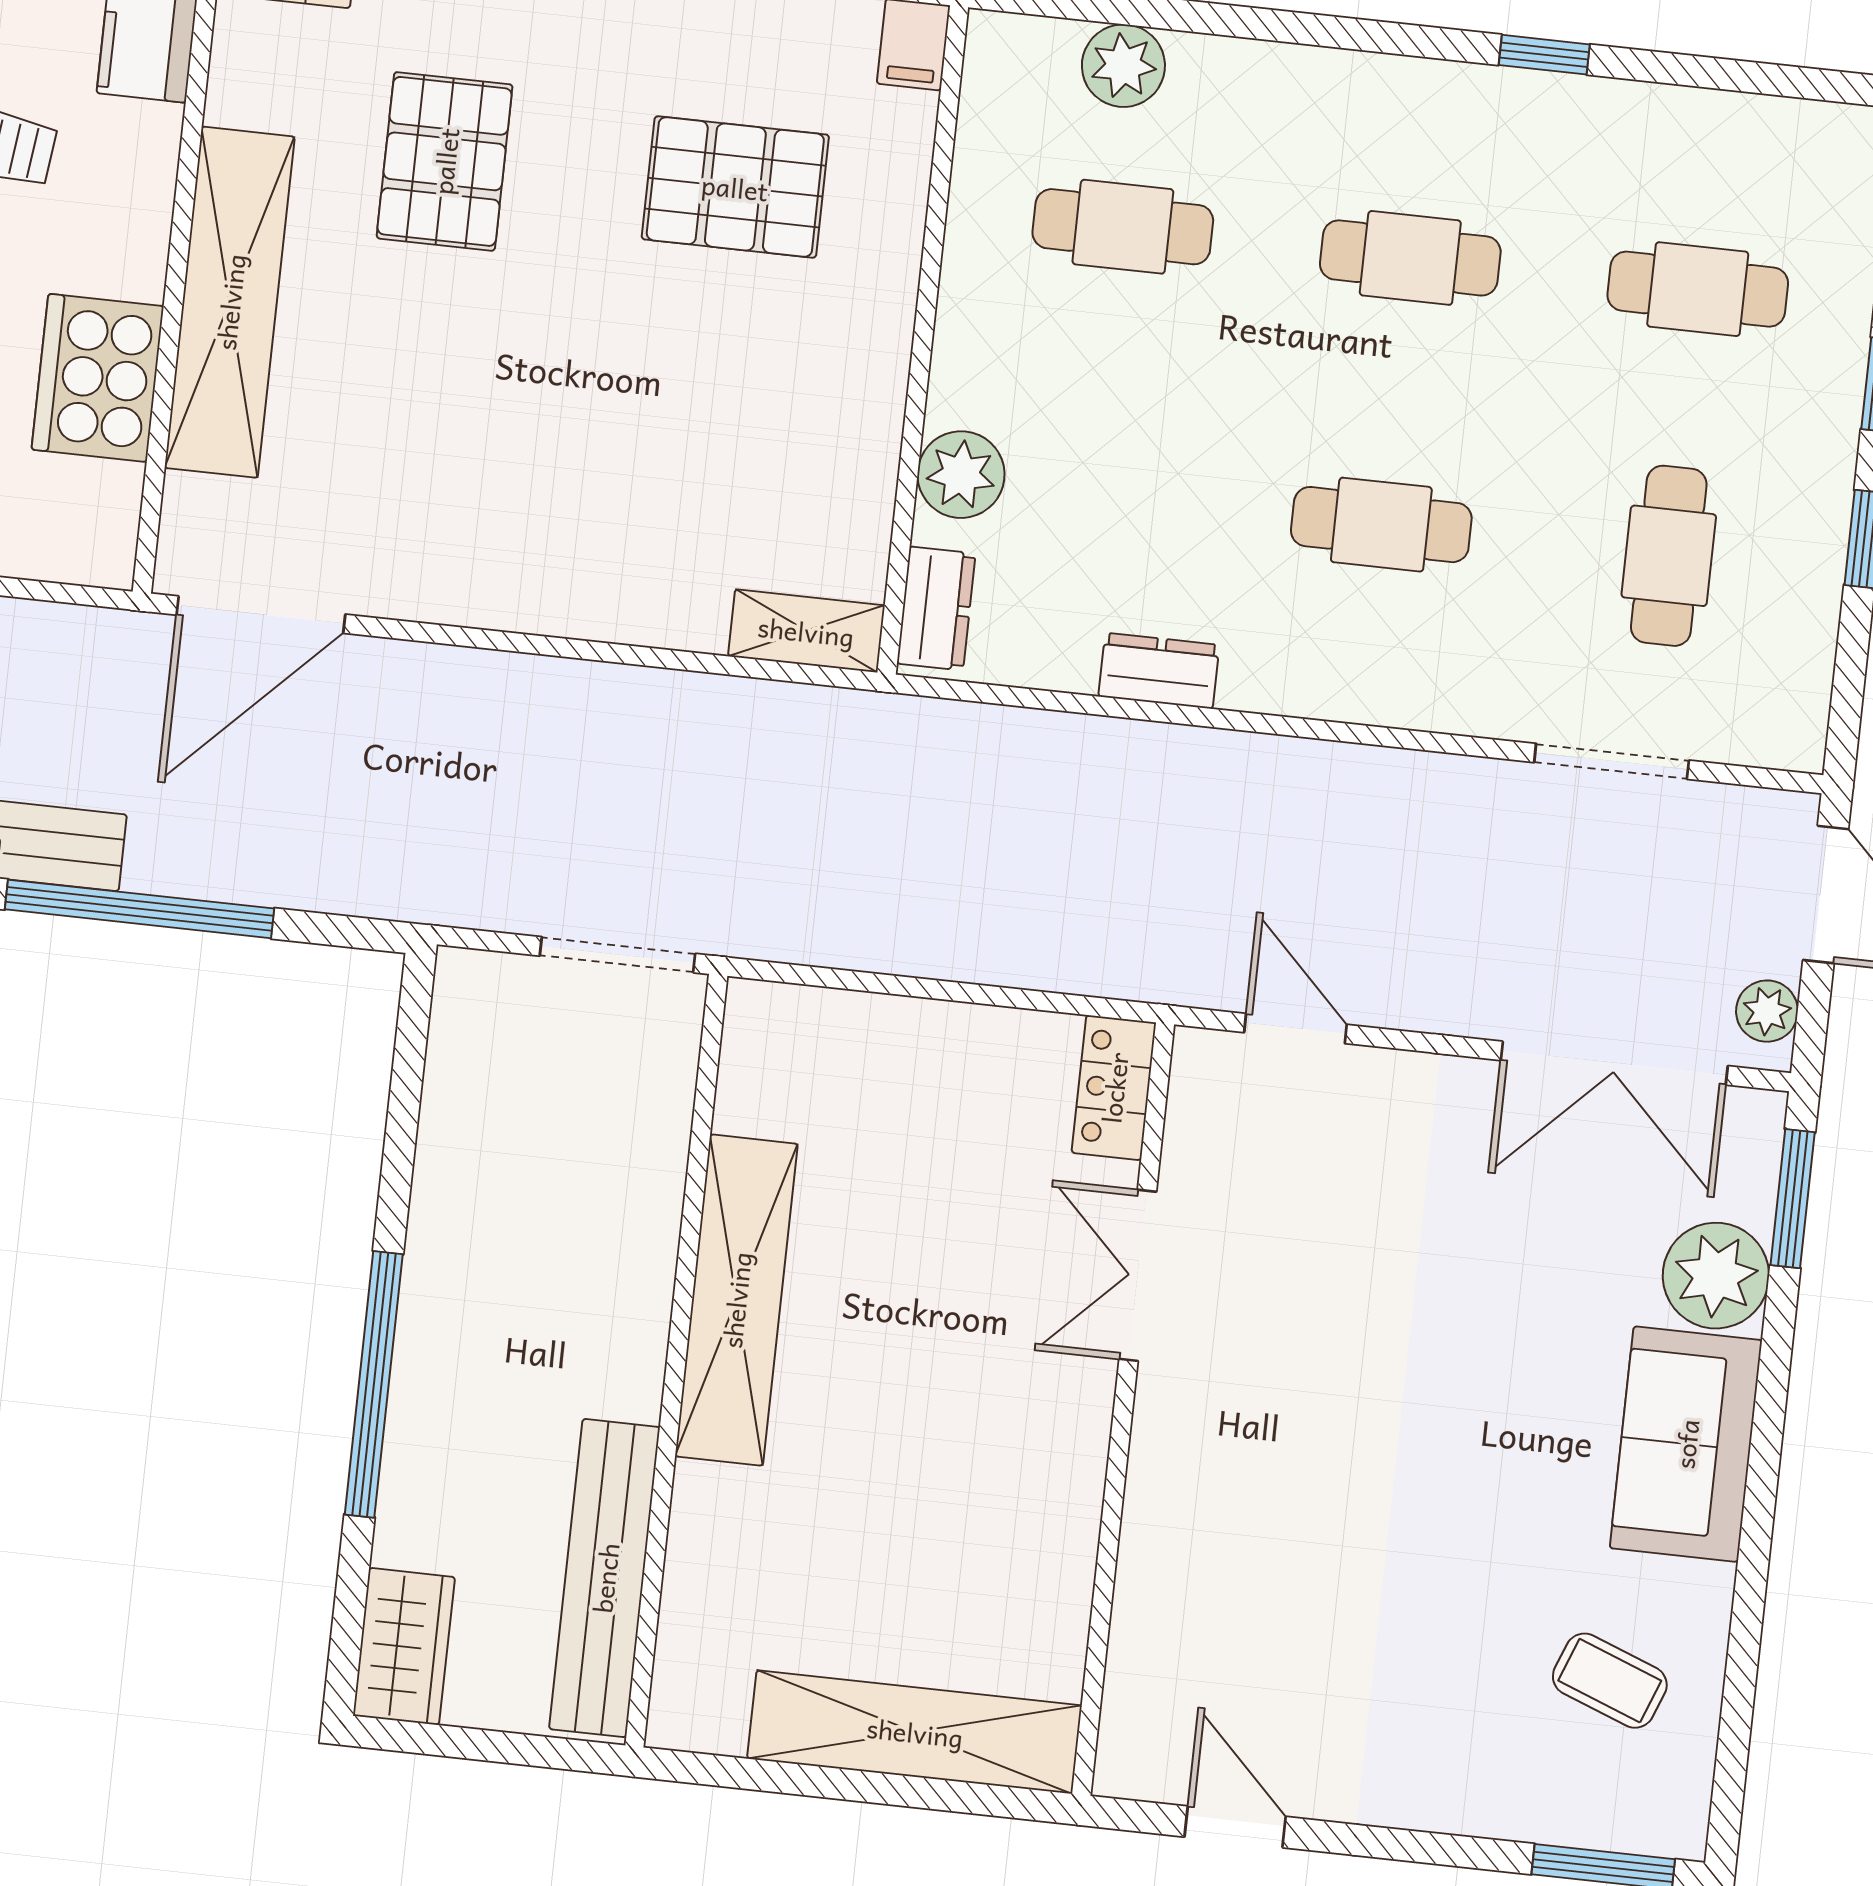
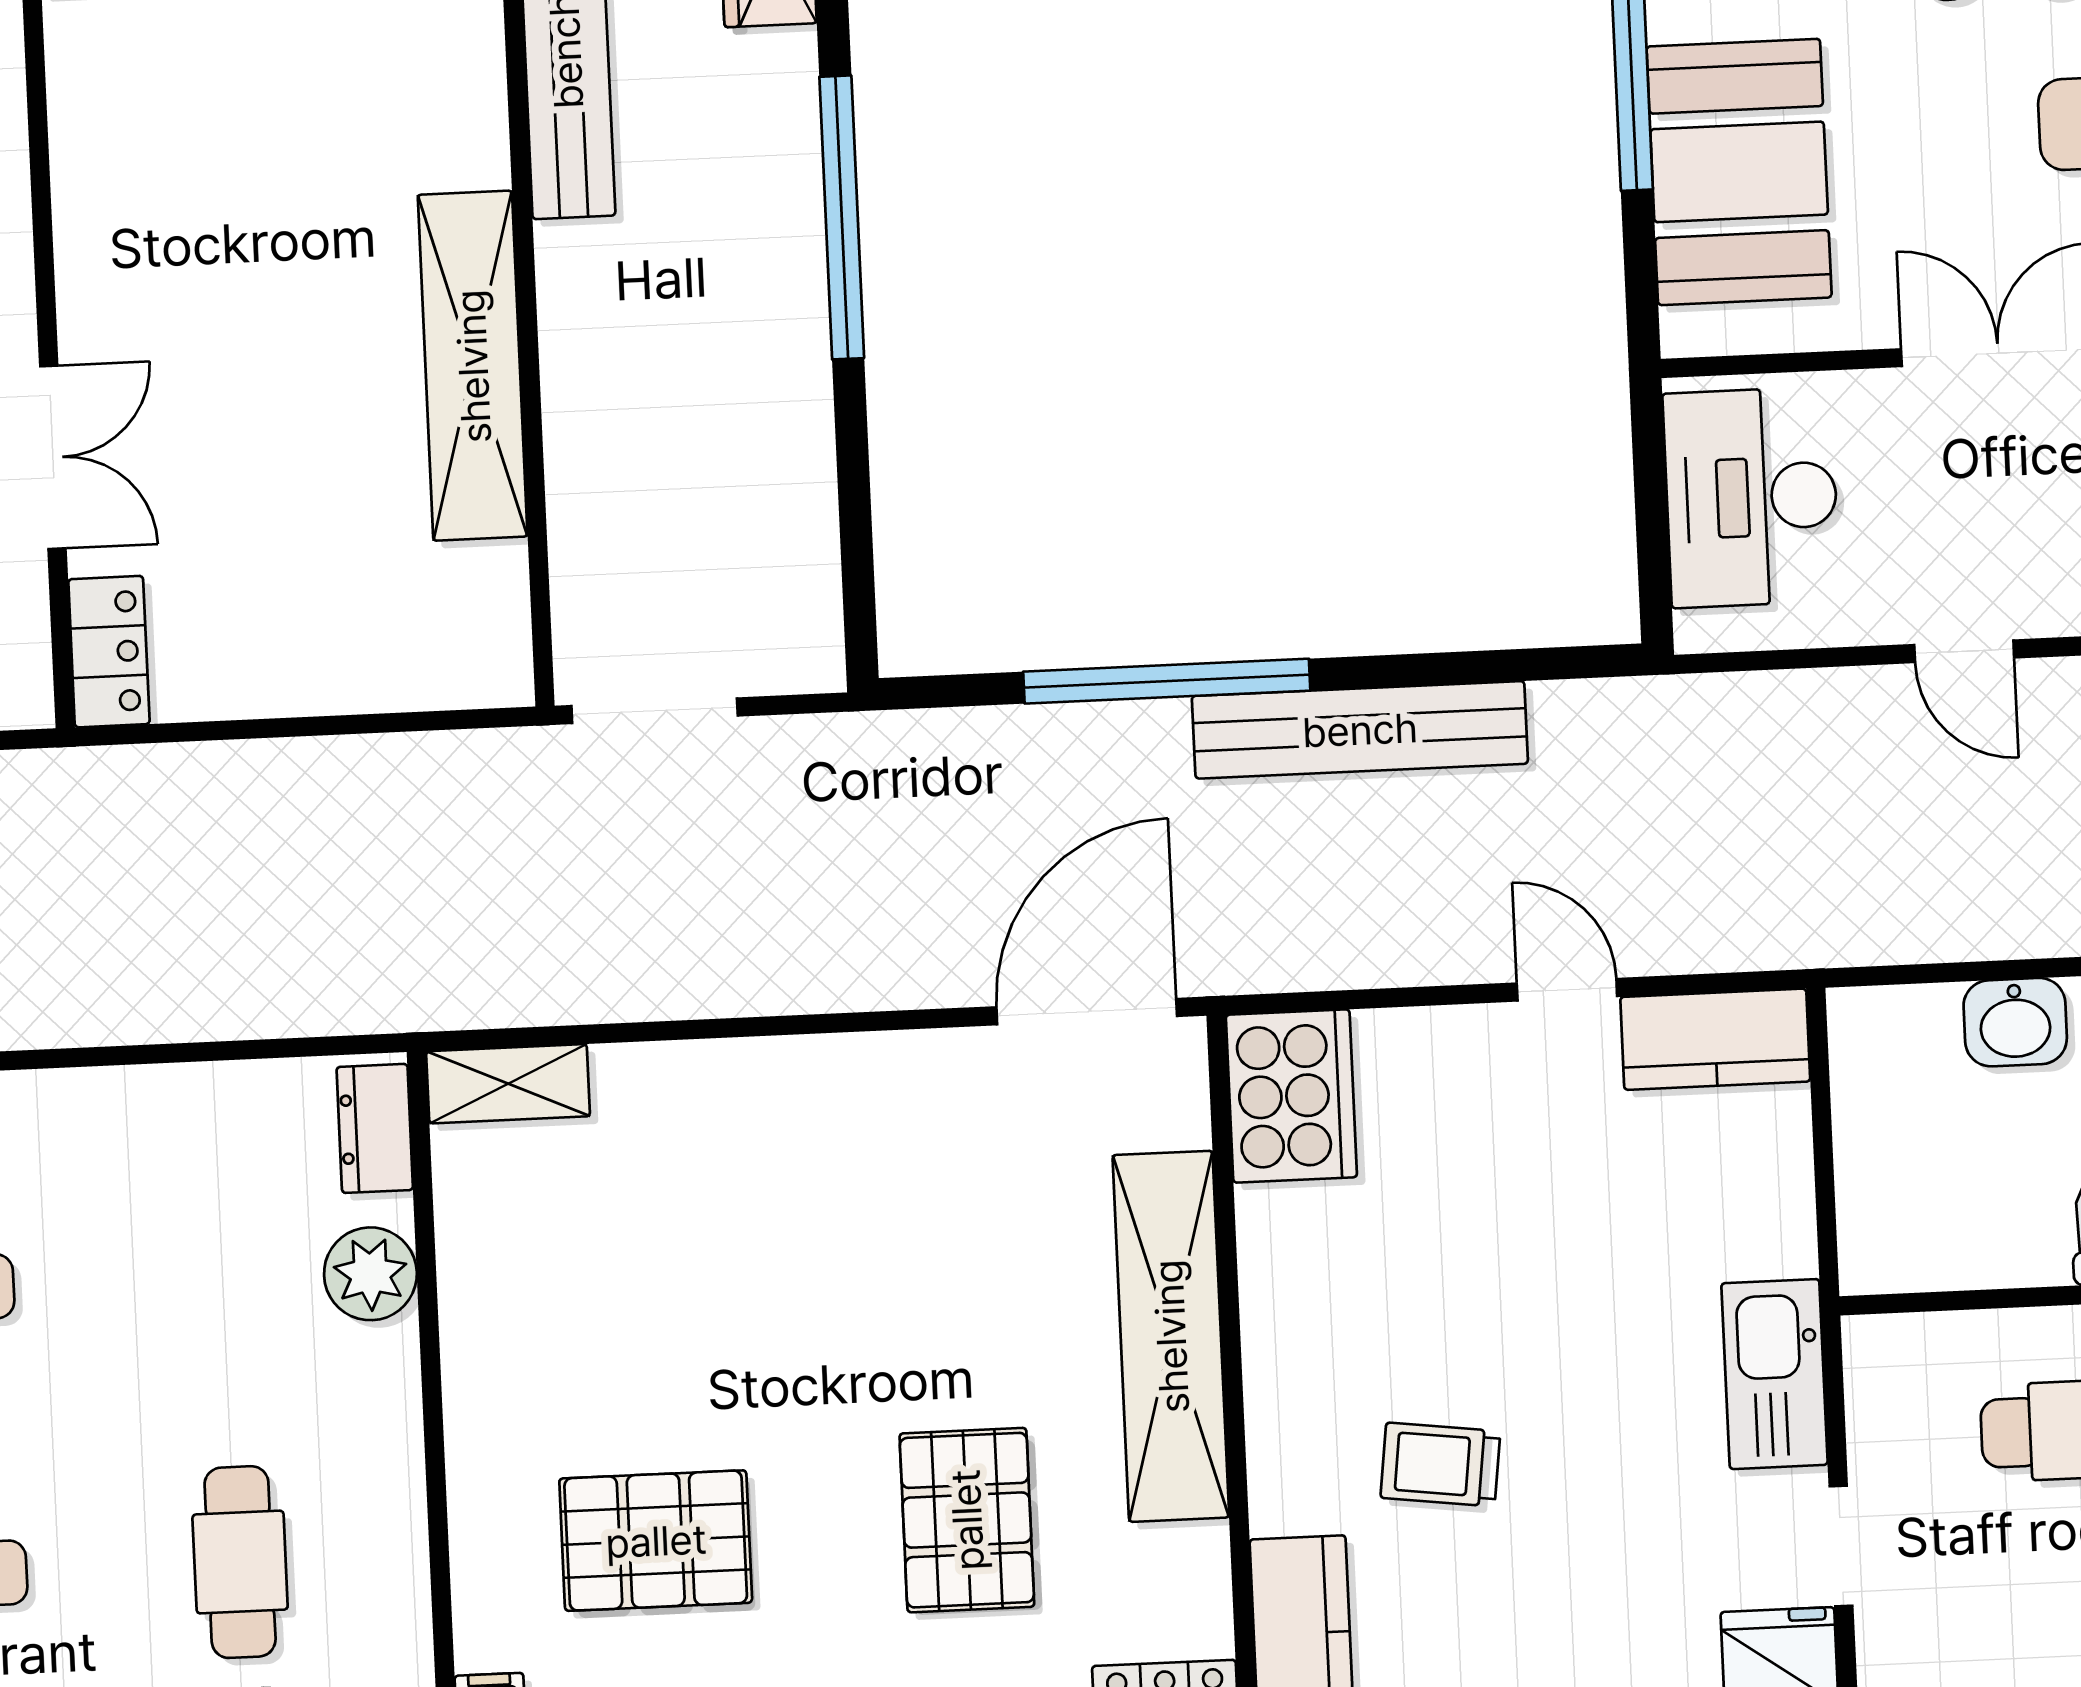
cafe table: (1123, 227) -> (240, 1562), turned 90
cooker: (98, 378) -> (1291, 1096), moved
dresser: (1159, 671) -> (129, 1099), removed

